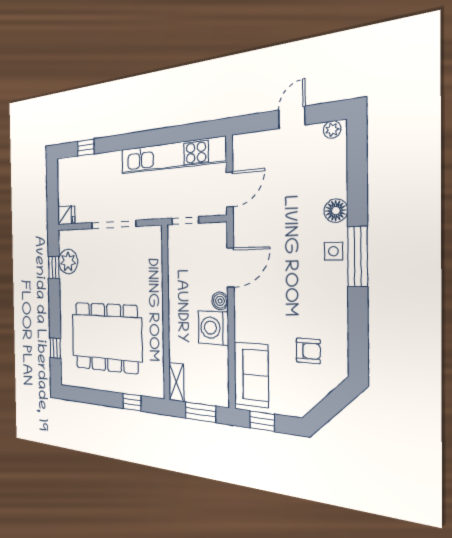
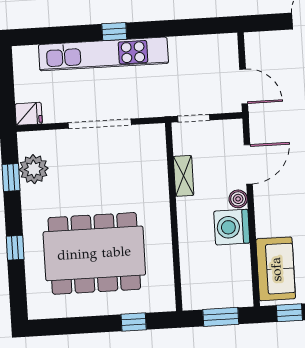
window: (86, 148) -> (114, 32), moved
kitchen unit: (172, 156) -> (103, 54), moved
door: (230, 189) -> (244, 86), hinge flipped
window: (55, 348) -> (15, 248), moved
shelving: (176, 382) -> (184, 176), moved

